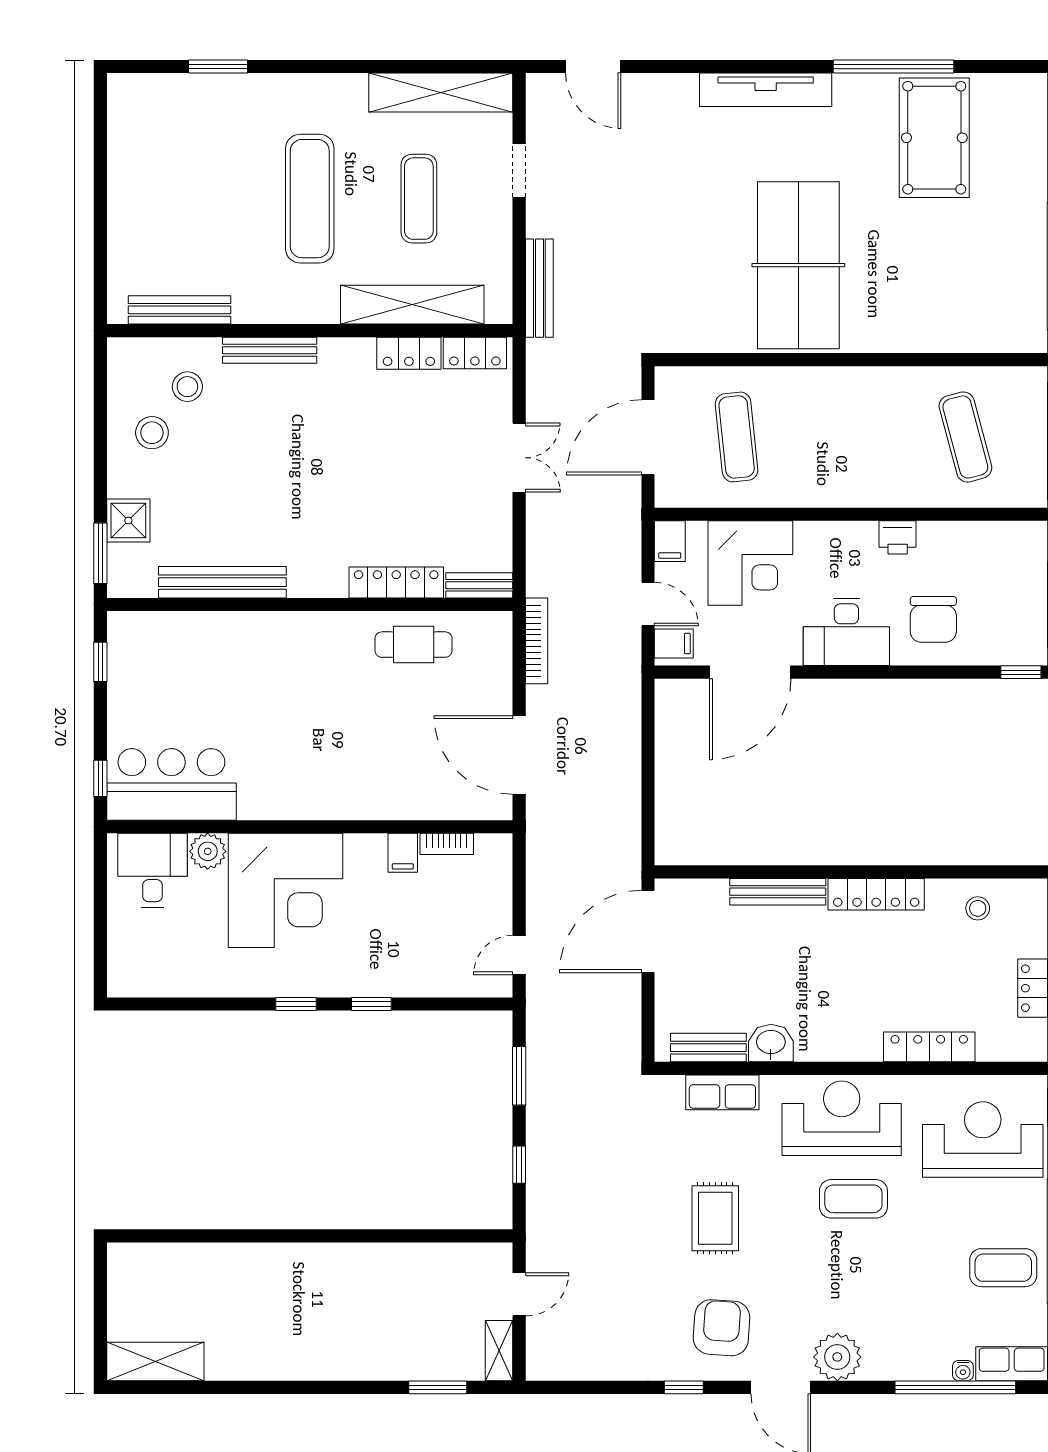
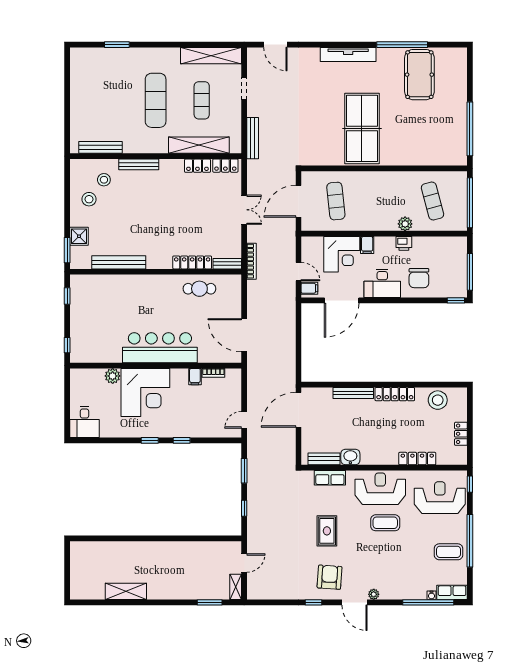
plant: (900, 491) -> (405, 224), added
filing cabinet: (670, 541) -> (367, 245), moved
bookcase: (537, 641) -> (251, 261), moved
bar counter: (171, 784) -> (160, 348), moved, width x1.36
desk: (153, 870) -> (84, 422), moved, turned 180
stool: (978, 908) -> (438, 400), width x1.89, depth x1.89
plant: (837, 1357) -> (374, 594), width x0.53, depth x0.53
shelving: (155, 1361) -> (126, 591), moved

